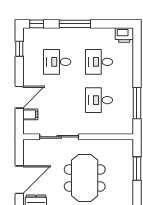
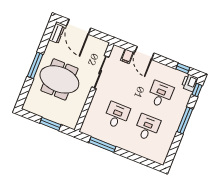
printer: (124, 35) -> (190, 83), moved

